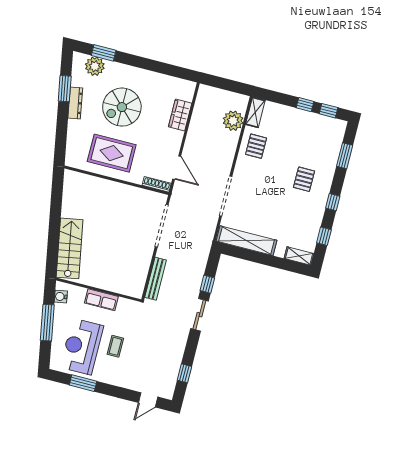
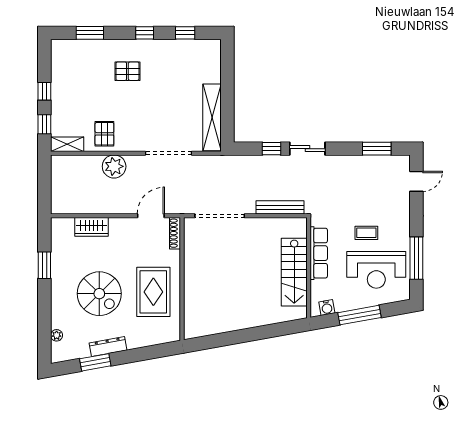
window: (104, 53) -> (44, 265), moved
plant: (95, 66) -> (57, 335), width x0.53, depth x0.53
window: (329, 111) -> (44, 124), moved
plant: (233, 121) -> (114, 166), moved
pallet: (256, 146) -> (104, 134), turned 90
stairs: (70, 248) -> (294, 272), moved, turned -80
shelving: (299, 256) -> (214, 55), removed
row of seats: (101, 300) -> (319, 253), width x1.48
window: (184, 373) -> (377, 149), width x1.50
window: (83, 383) -> (416, 258), width x1.44
door: (148, 400) -> (416, 181), hinge flipped

